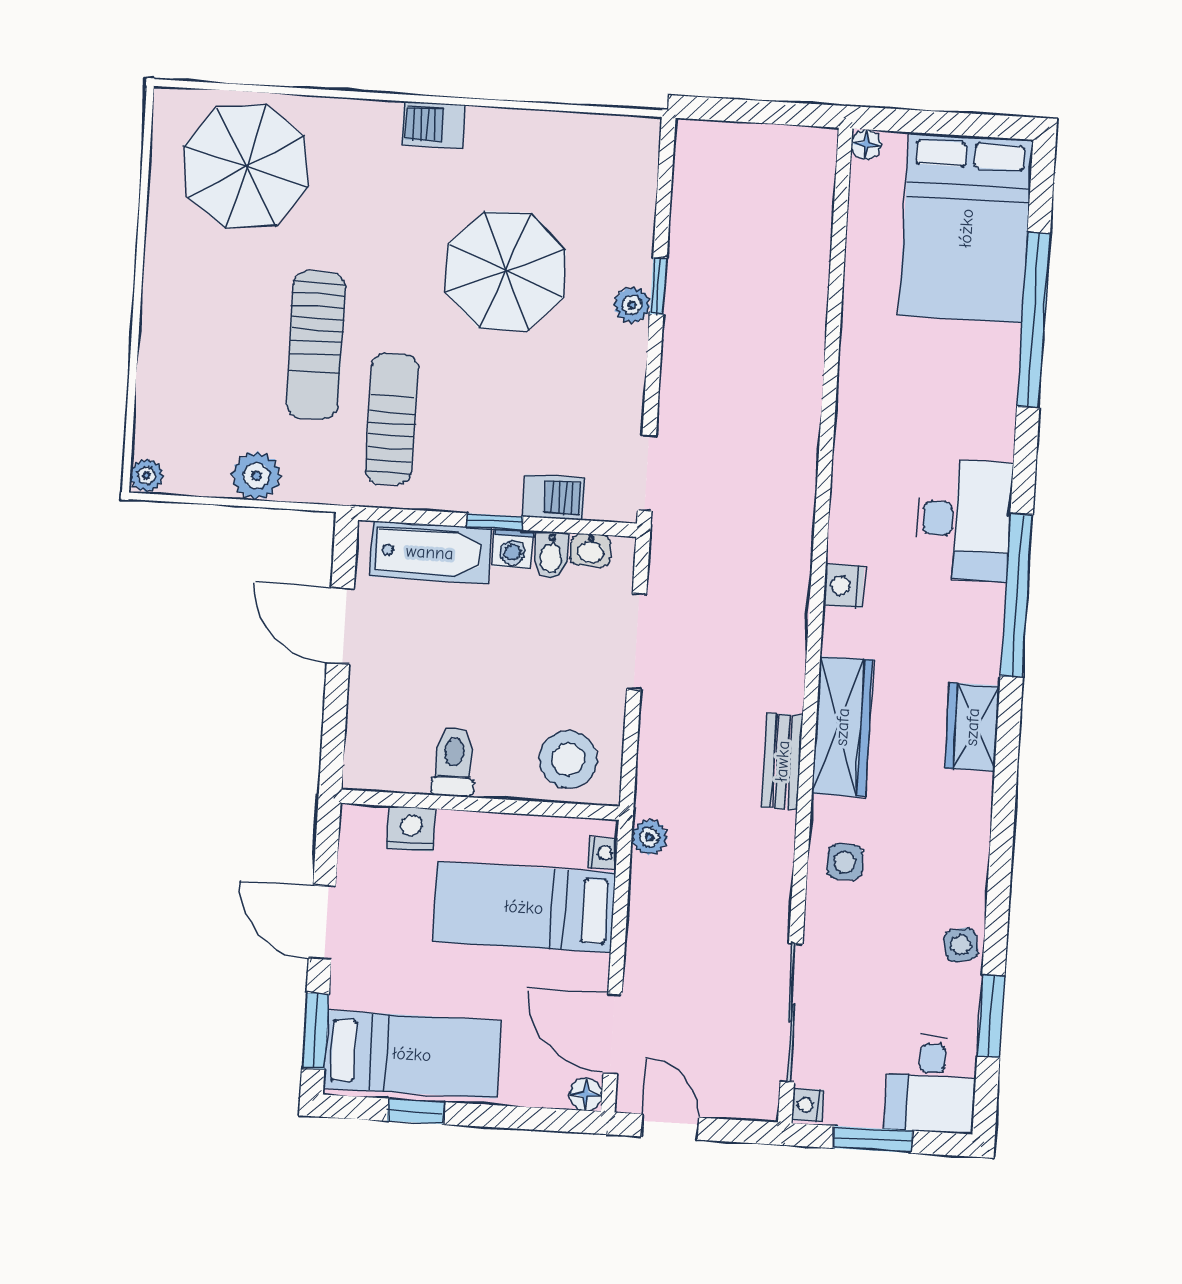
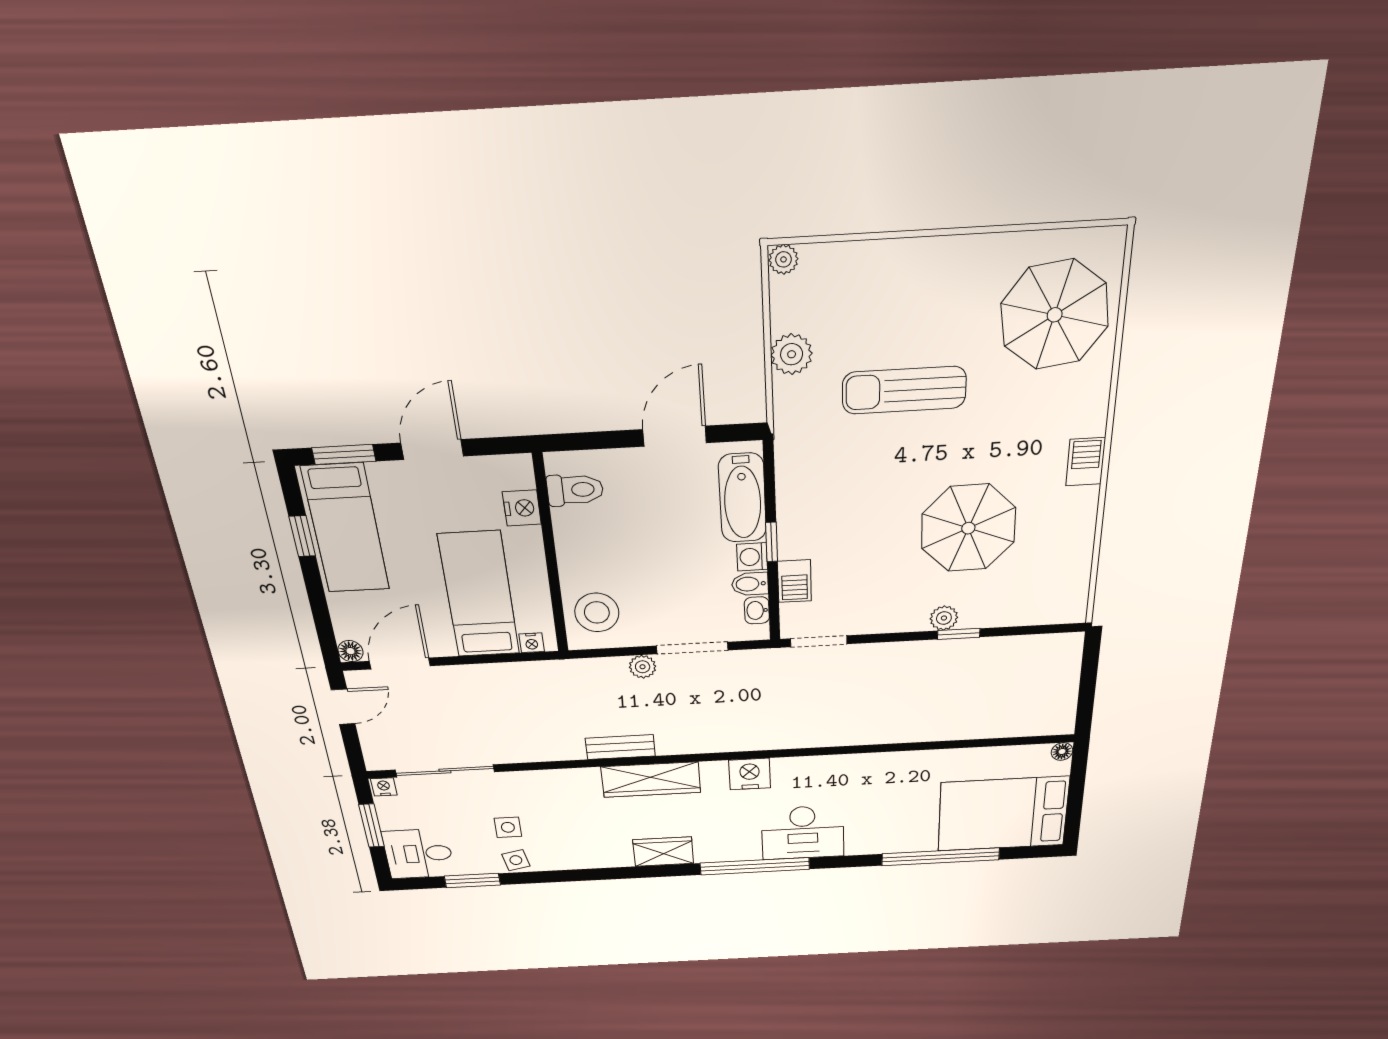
sun lounger: (392, 419) -> (847, 457), removed
nightstand: (844, 586) -> (750, 774), width x1.36, depth x1.33
toilet: (454, 762) -> (575, 490), moved
plant: (650, 837) -> (643, 667), moved
side table: (845, 862) -> (508, 827), moved

